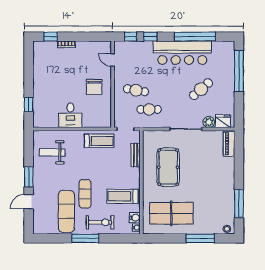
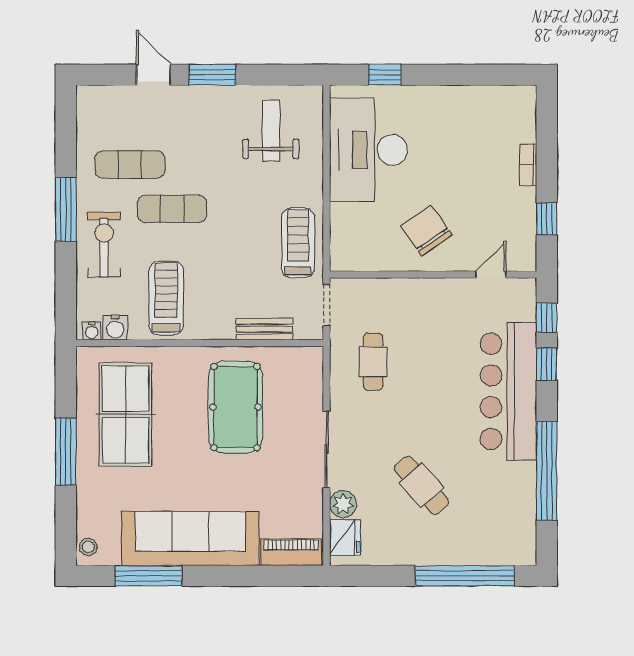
window: (51, 37) -> (547, 219), moved
bar counter: (182, 53) -> (508, 391), moved
chair: (94, 87) -> (427, 231), turned 55
cafe table: (136, 90) -> (419, 330), removed
desk: (70, 115) -> (368, 150), width x1.87, depth x1.30
treadmill: (99, 141) -> (298, 243), turned 180
pool table: (168, 167) -> (235, 407), turned 90
sofa: (223, 186) -> (190, 538), added
exercise mat: (66, 211) -> (130, 165), width x0.73, depth x0.69
exercise bike: (100, 222) -> (104, 245), turned 180
window: (200, 238) -> (66, 452), moved

